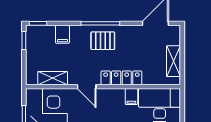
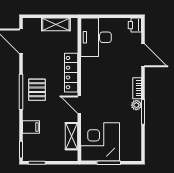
door: (87, 87) -> (79, 105), swing flipped
filing cabinet: (131, 96) -> (88, 63), removed

